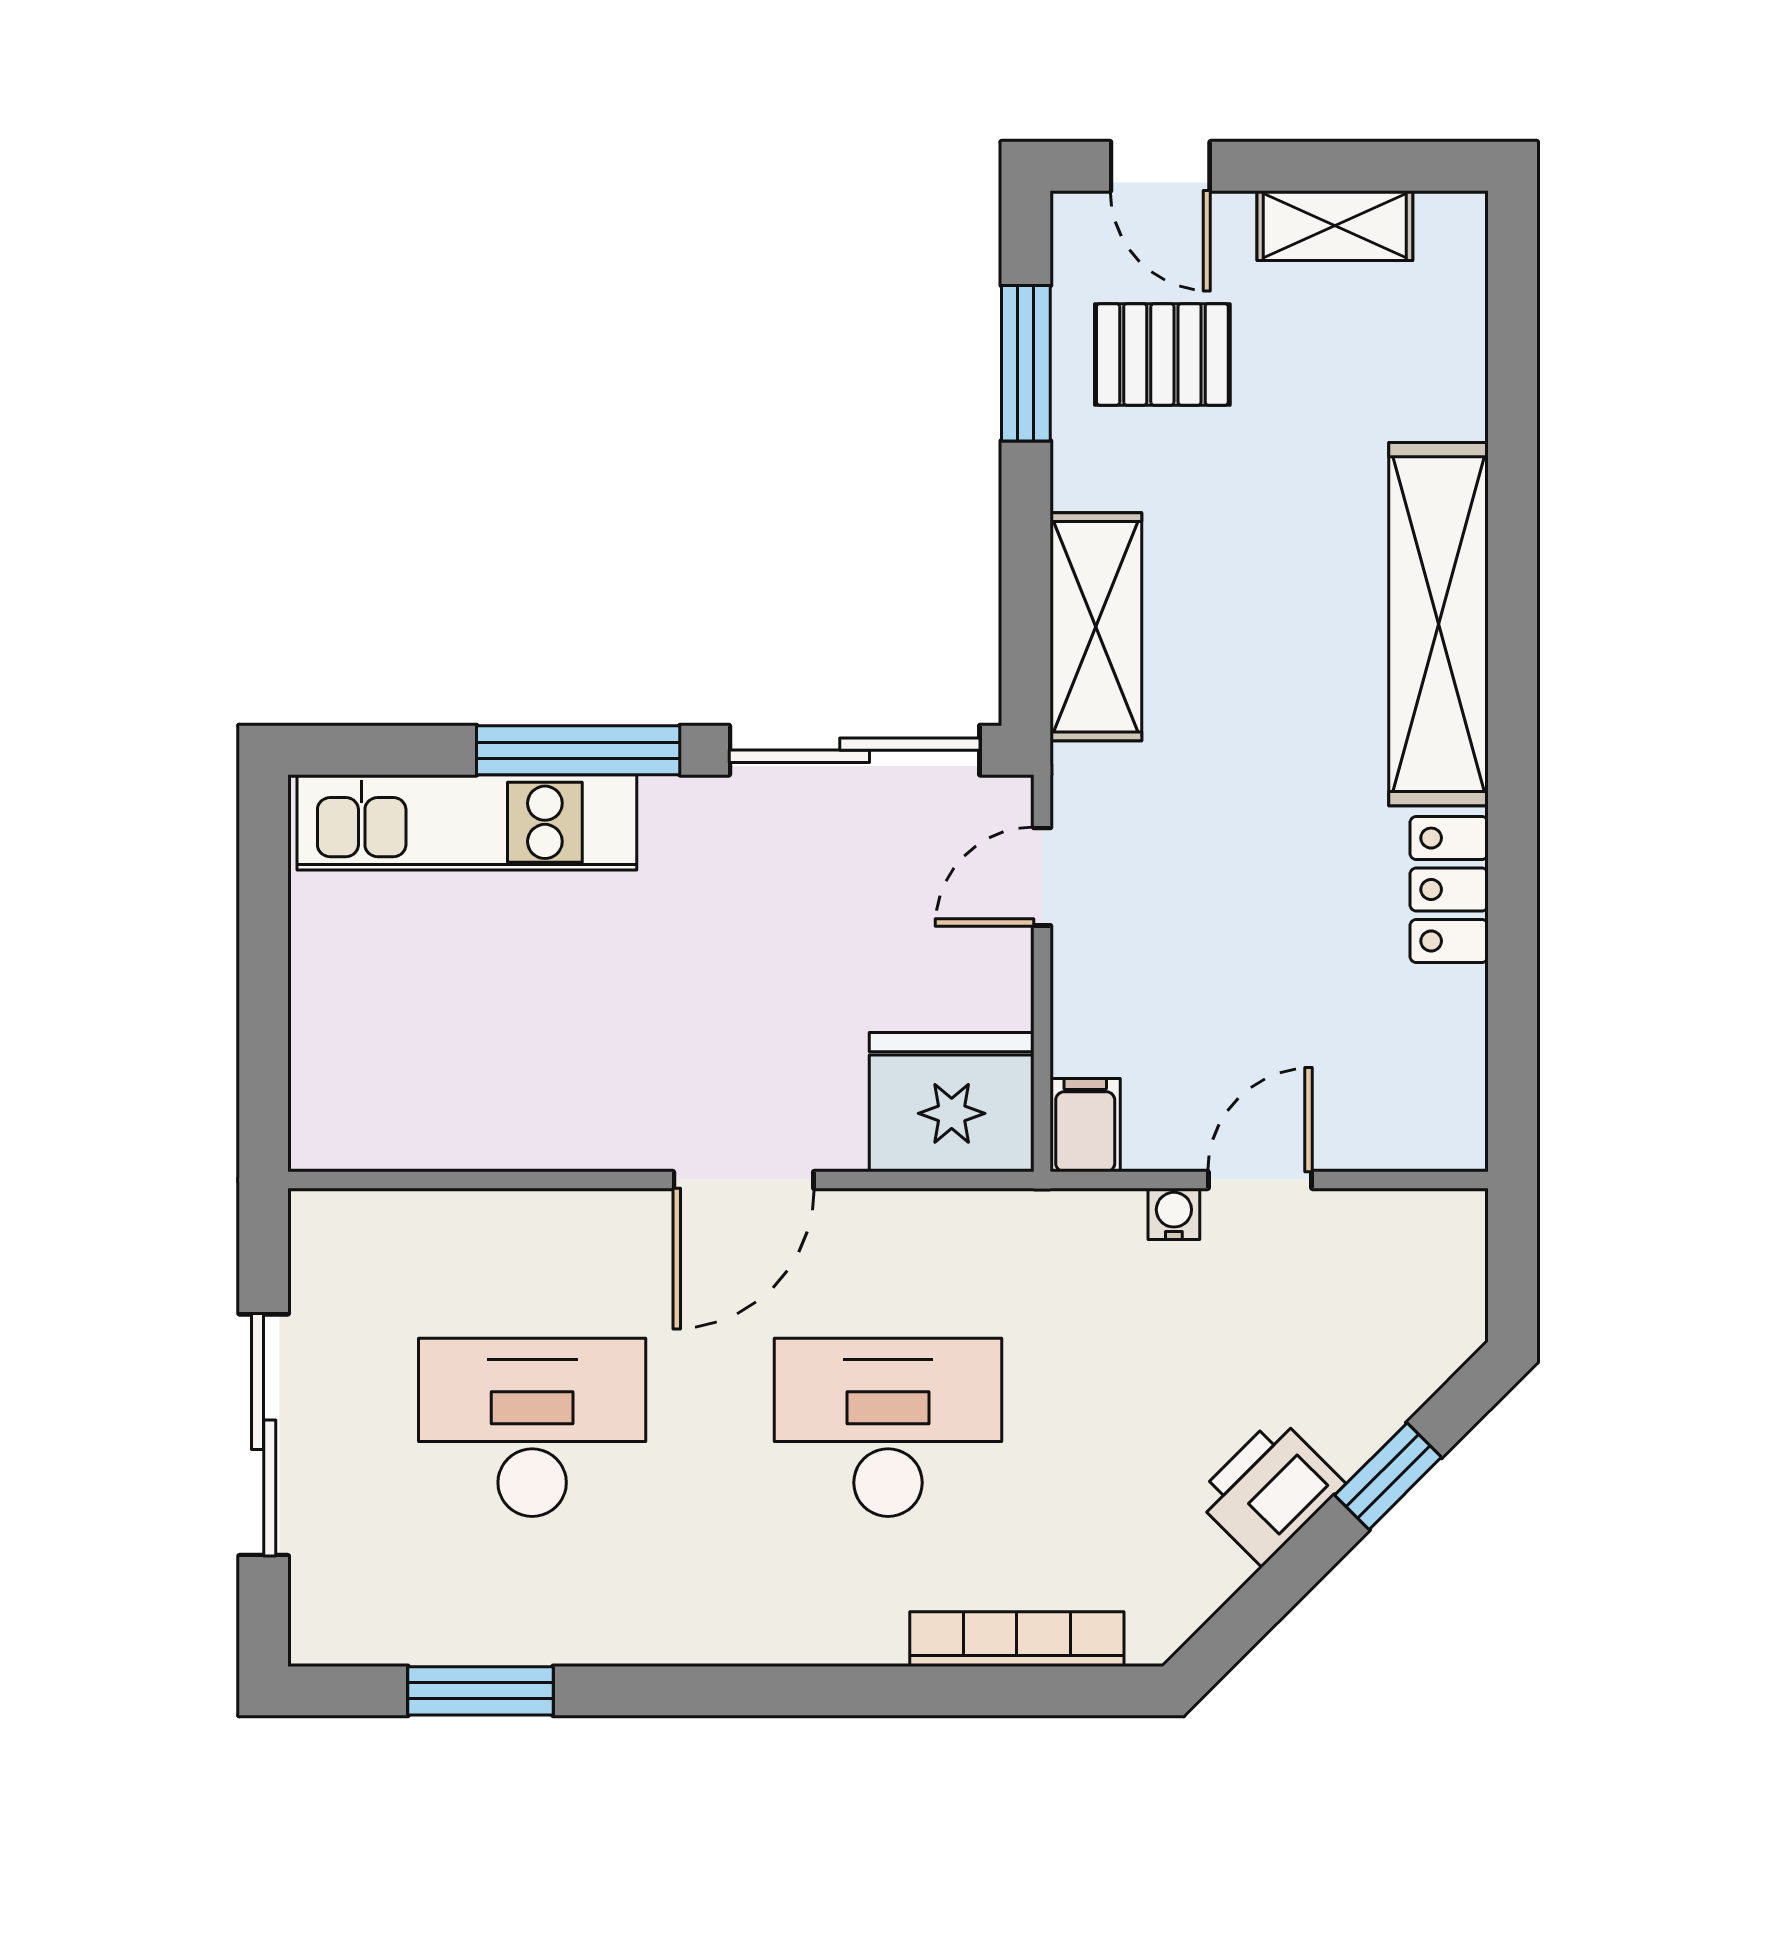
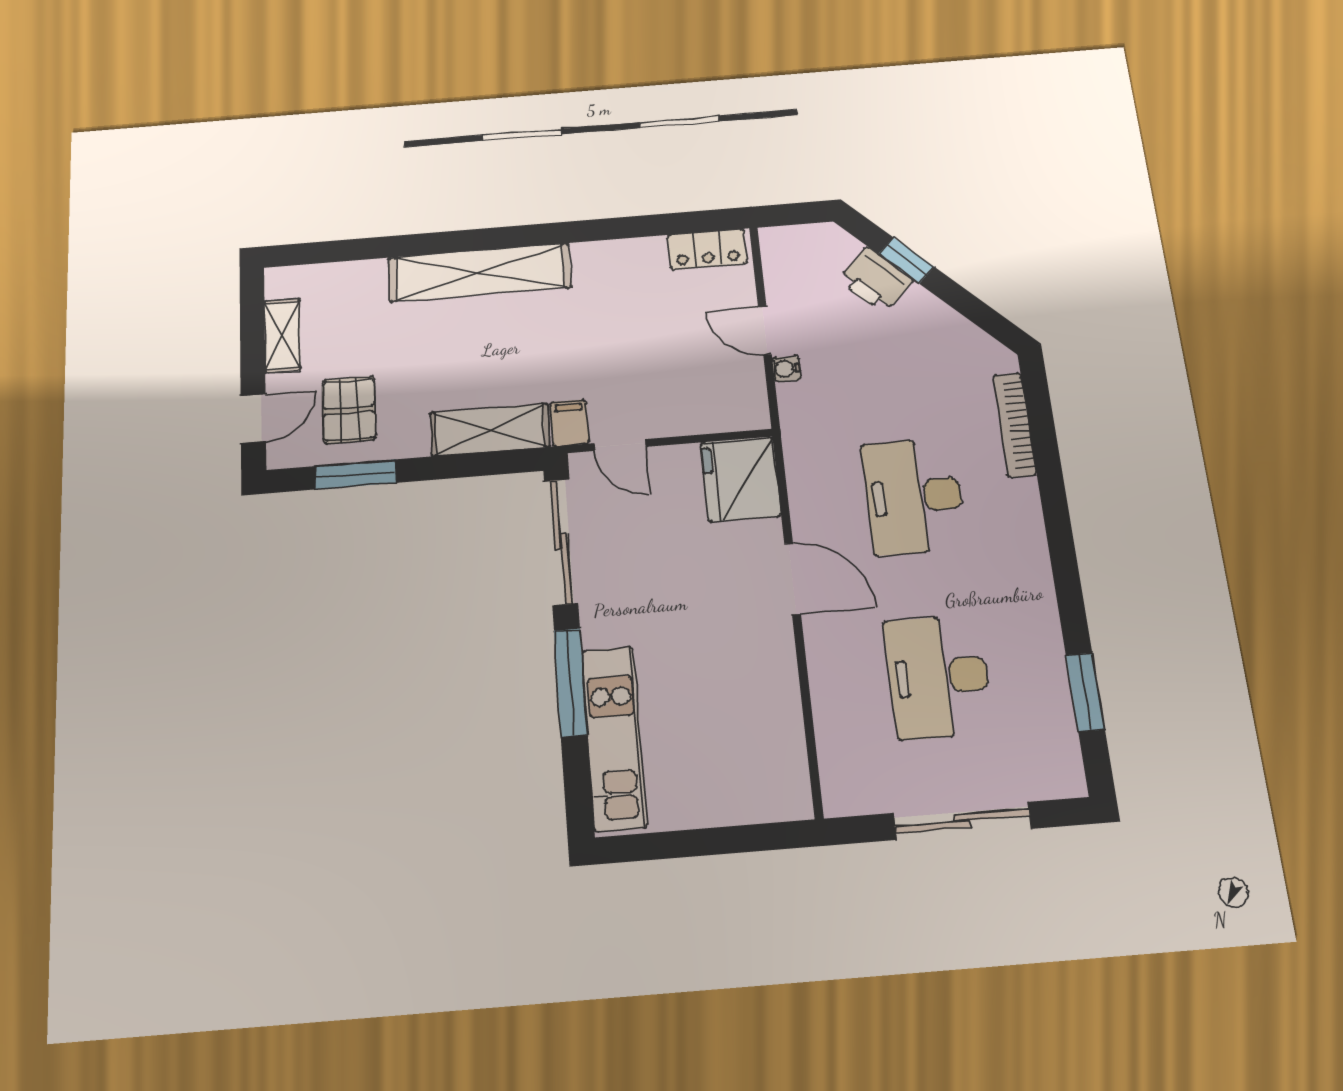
locker: (1449, 890) -> (707, 249), moved
filing cabinet: (1085, 1125) -> (570, 423), moved, turned 90
printer: (1269, 1491) -> (875, 280), moved

